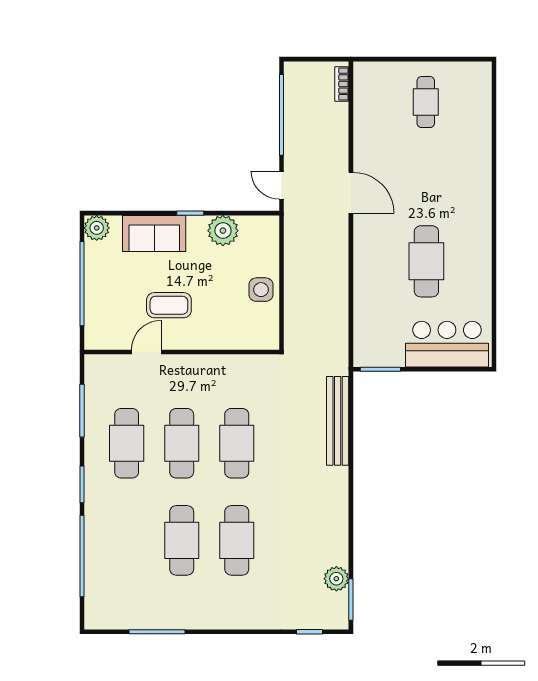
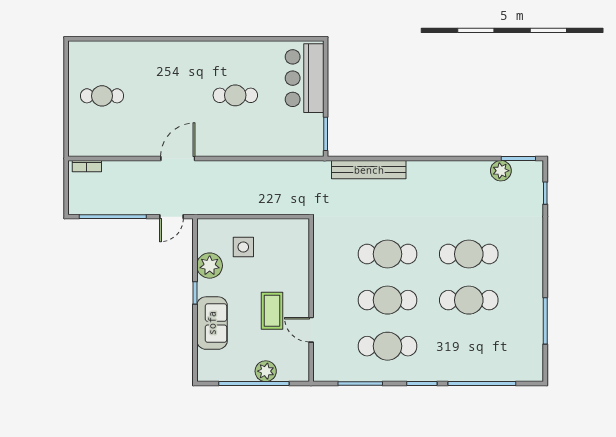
plant: (97, 228) -> (266, 371), moved
cafe table: (426, 261) -> (235, 95), width x0.73, depth x0.74
side table: (261, 290) -> (243, 247), moved

